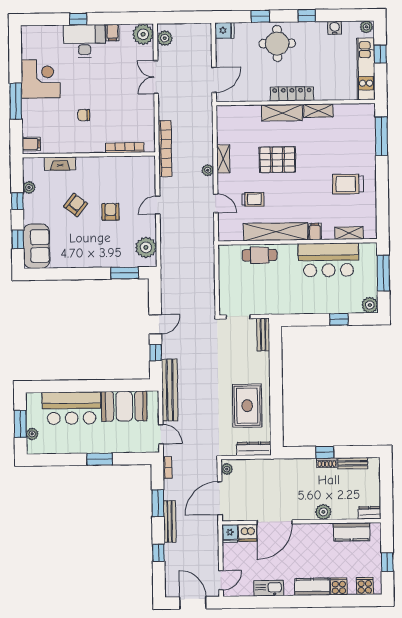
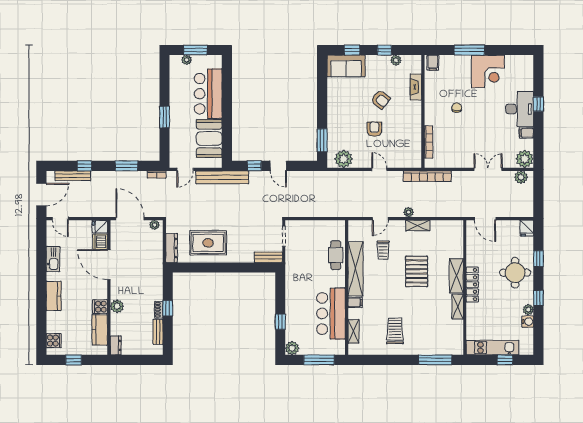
plant: (366, 27) -> (528, 310), moved
armchair: (110, 212) -> (374, 129), turned -90
bench: (170, 521) -> (73, 176), moved
cooker: (339, 586) -> (100, 307), moved, turned 180

